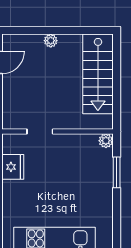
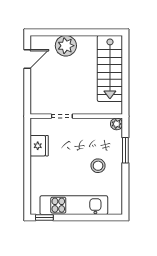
plant: (51, 41) -> (66, 46), width x1.87, depth x1.87
stool: (84, 191) -> (98, 166), added

